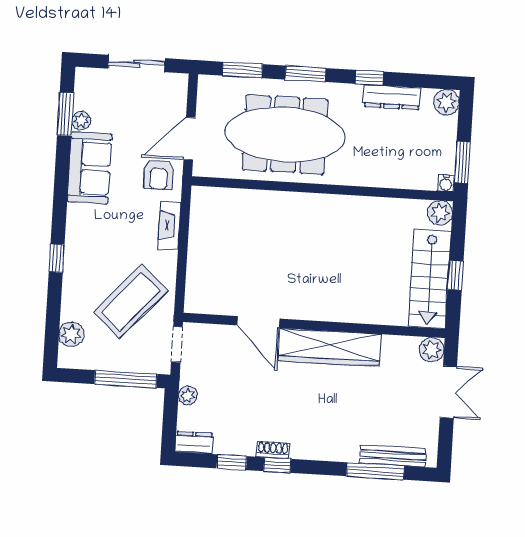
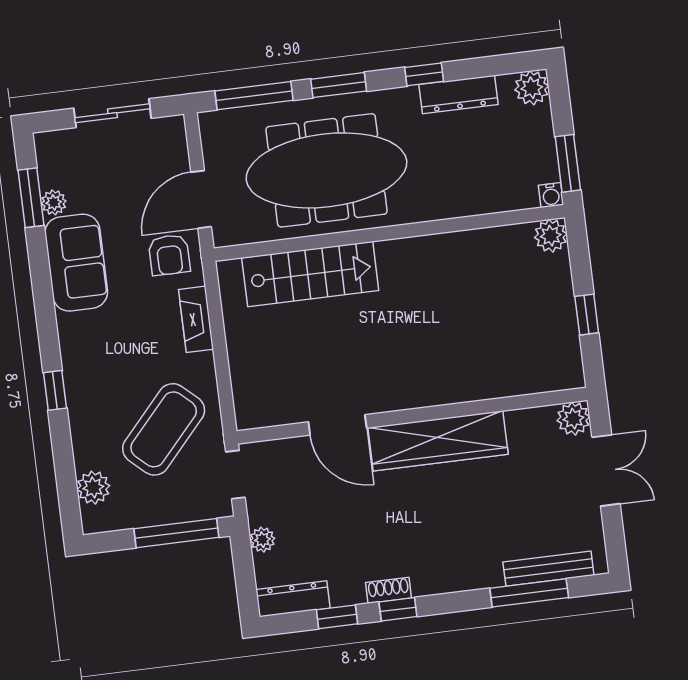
window: (242, 70) -> (254, 96), width x1.44
stairs: (430, 279) -> (310, 274), moved, turned -90
dresser: (194, 443) -> (293, 599), width x1.44

